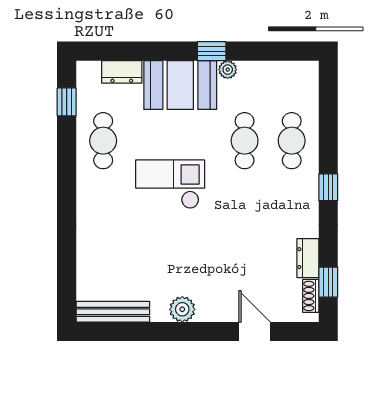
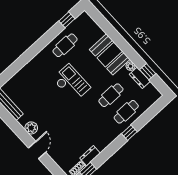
window: (212, 51) -> (148, 72), moved
dresser: (122, 72) -> (140, 78), moved
window: (328, 187) -> (129, 133), moved
door: (255, 332) -> (37, 150), moved

